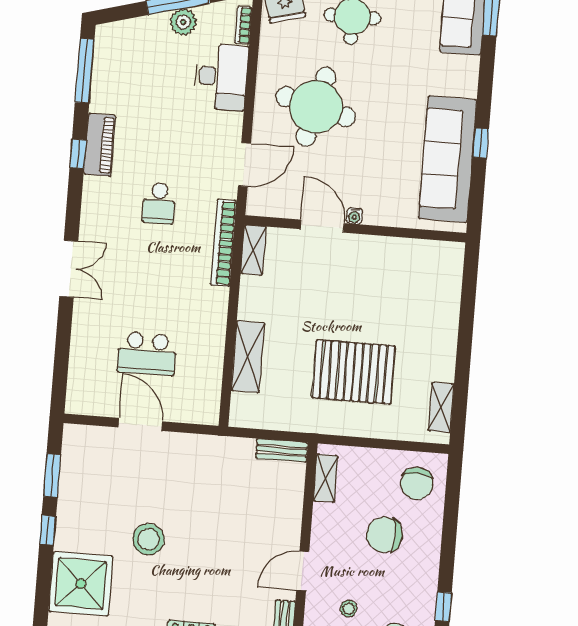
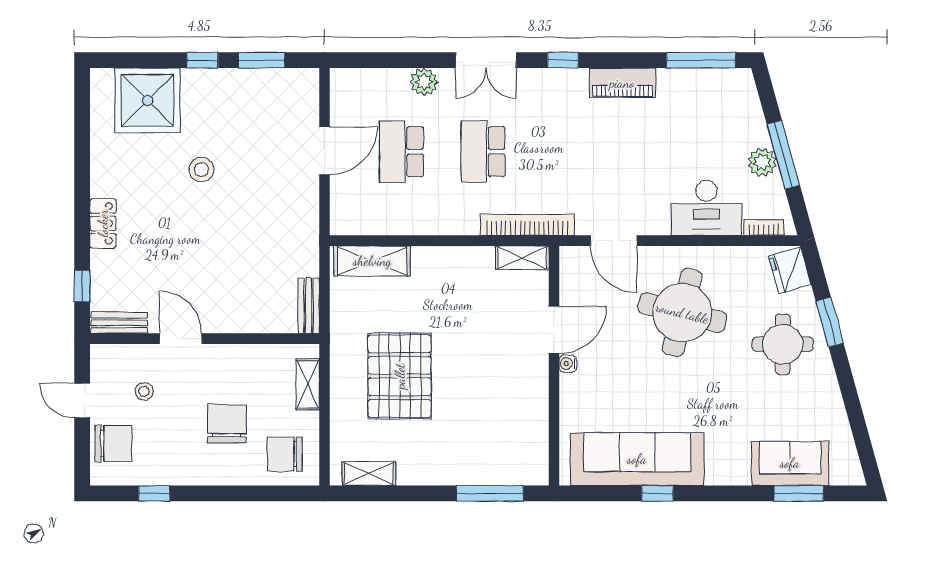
window: (78, 154) -> (563, 60), moved
school desk: (159, 203) -> (483, 152), moved, width x1.85
window: (468, 297) -> (490, 493), added
plant: (84, 328) -> (424, 82), added
shelving: (248, 357) -> (372, 261), moved
shelving: (326, 478) -> (308, 384), moved, turned 90
stool: (148, 539) -> (201, 170), width x0.73, depth x0.73

